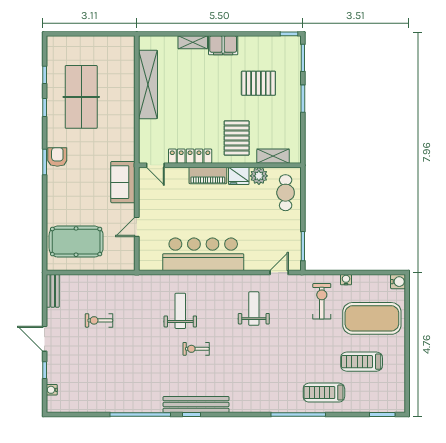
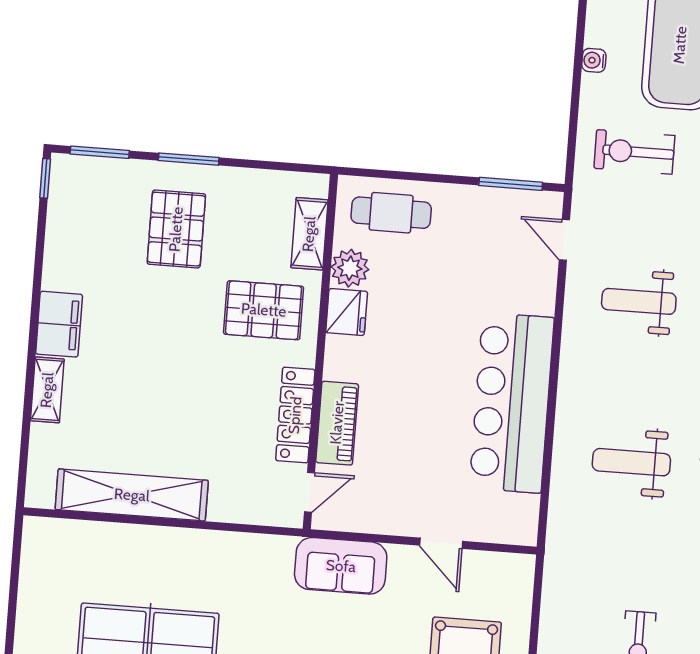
pallet: (258, 83) -> (176, 229), moved
piano: (208, 175) -> (337, 423), moved
water cooler: (346, 280) -> (594, 60), moved

